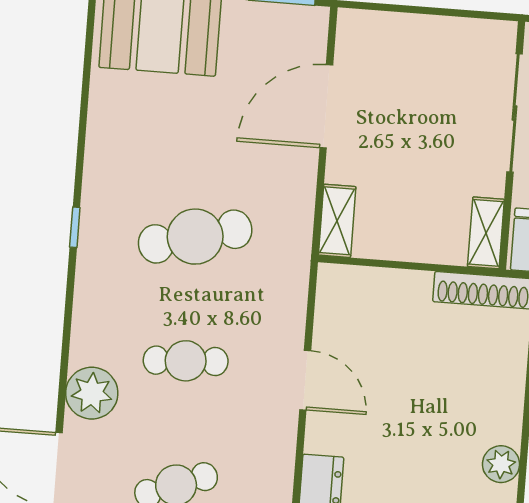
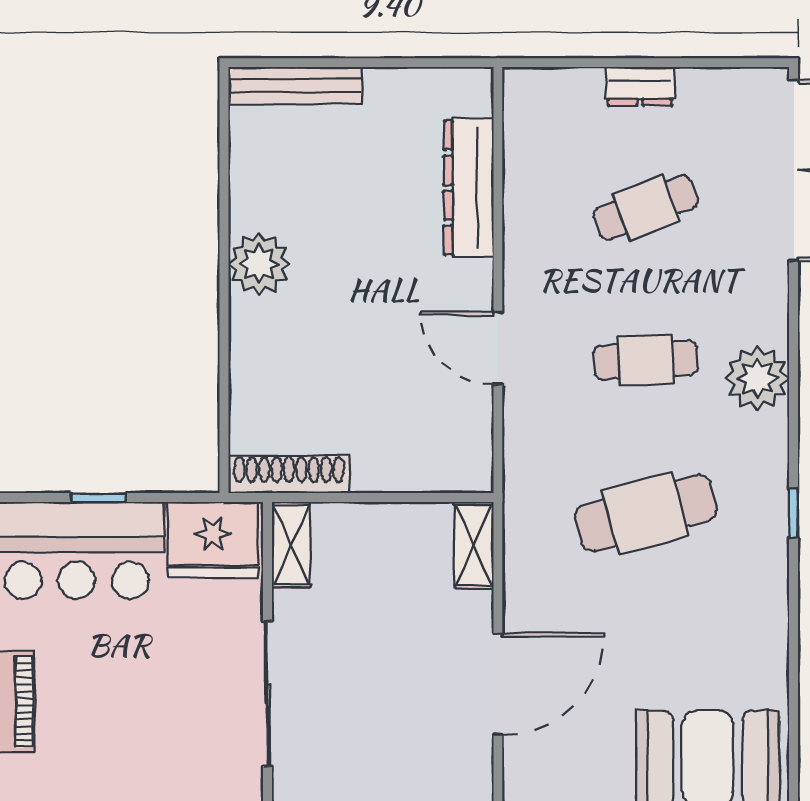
plant: (92, 393) -> (757, 378), moved
plant: (501, 464) -> (259, 264), width x1.36, depth x1.36

